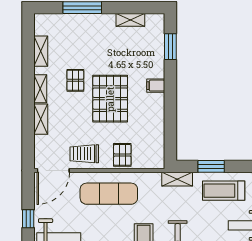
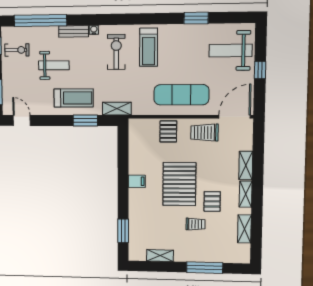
trolley: (93, 55) -> (196, 224), added
filing cabinet: (156, 86) -> (137, 181), moved
trolley: (84, 154) -> (205, 133), turned 180

